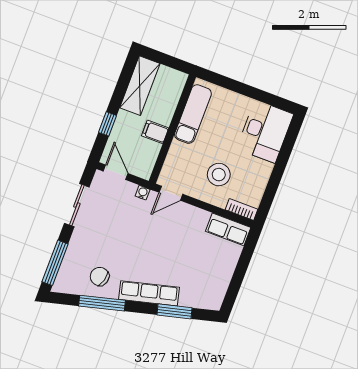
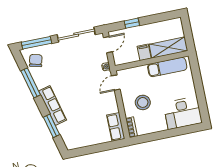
shelving: (140, 86) -> (168, 48), moved
door: (171, 193) -> (116, 83), hinge flipped
sliding door: (77, 205) -> (76, 35), width x1.37
chair: (100, 276) -> (36, 61), moved

